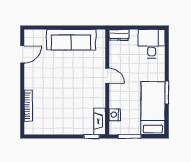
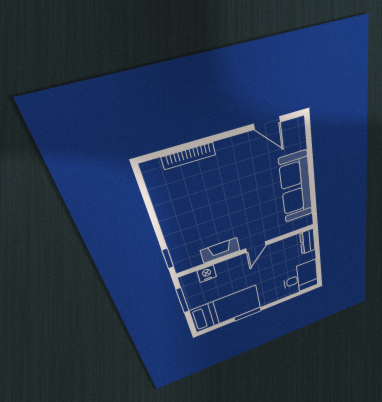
fireplace: (100, 121) -> (220, 250), moved

